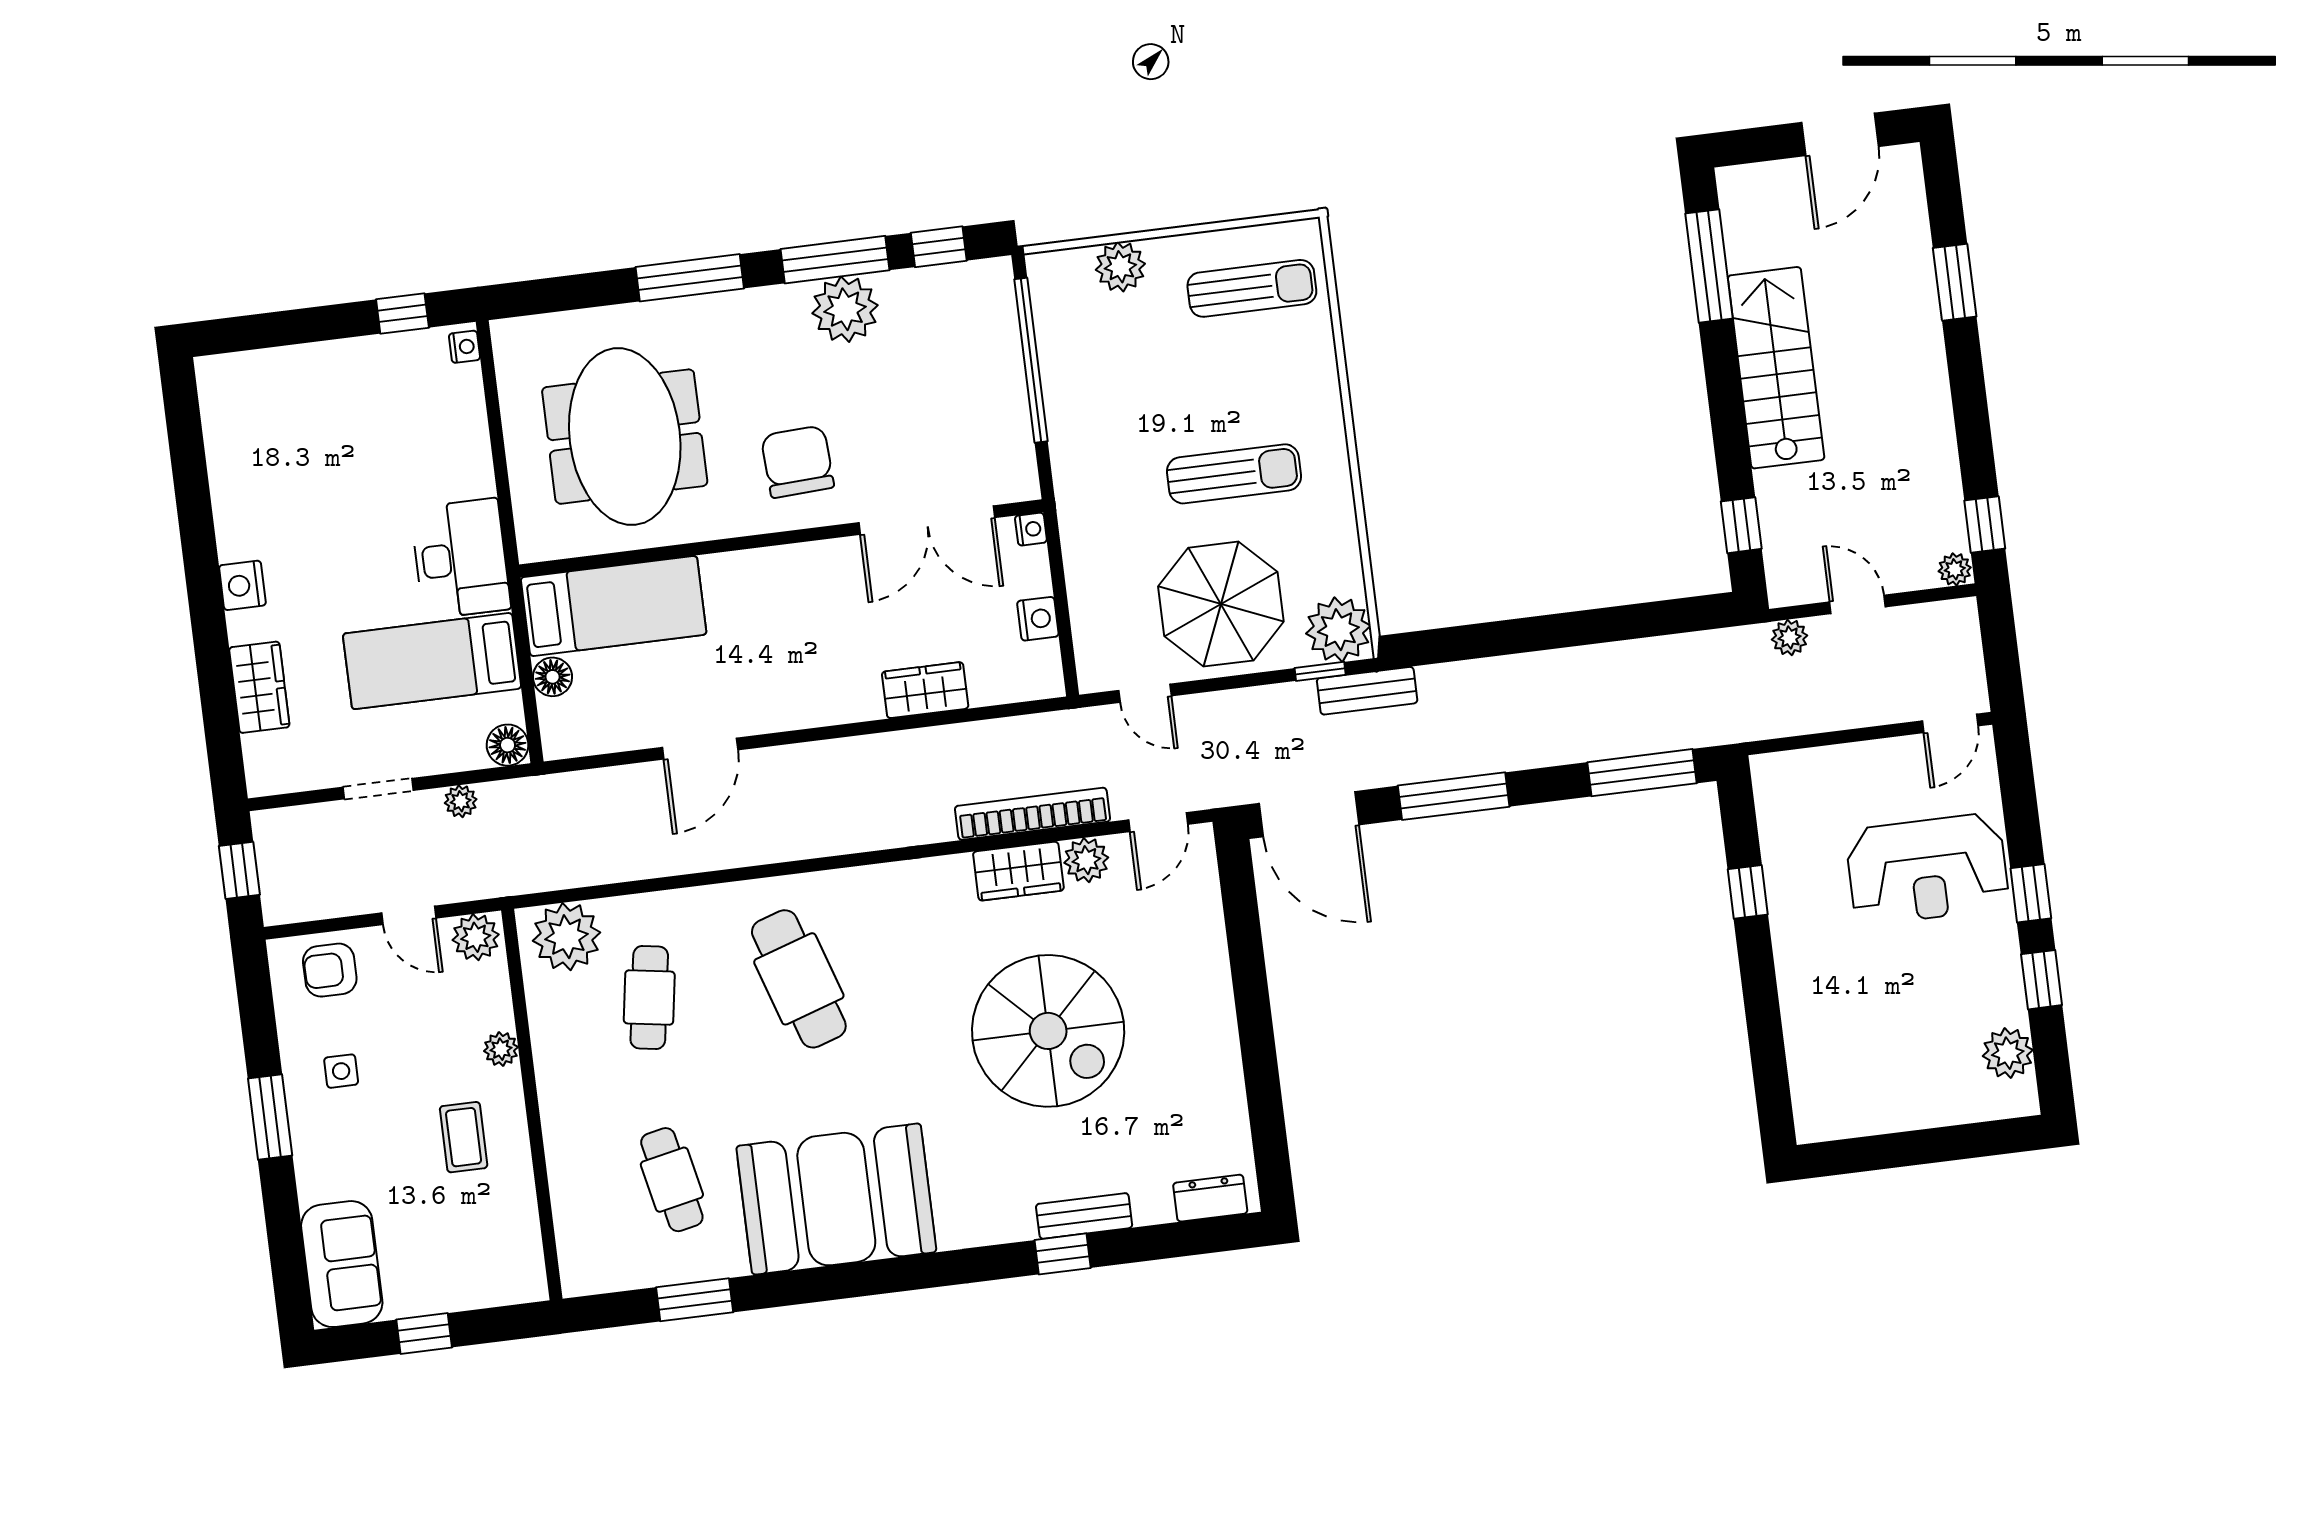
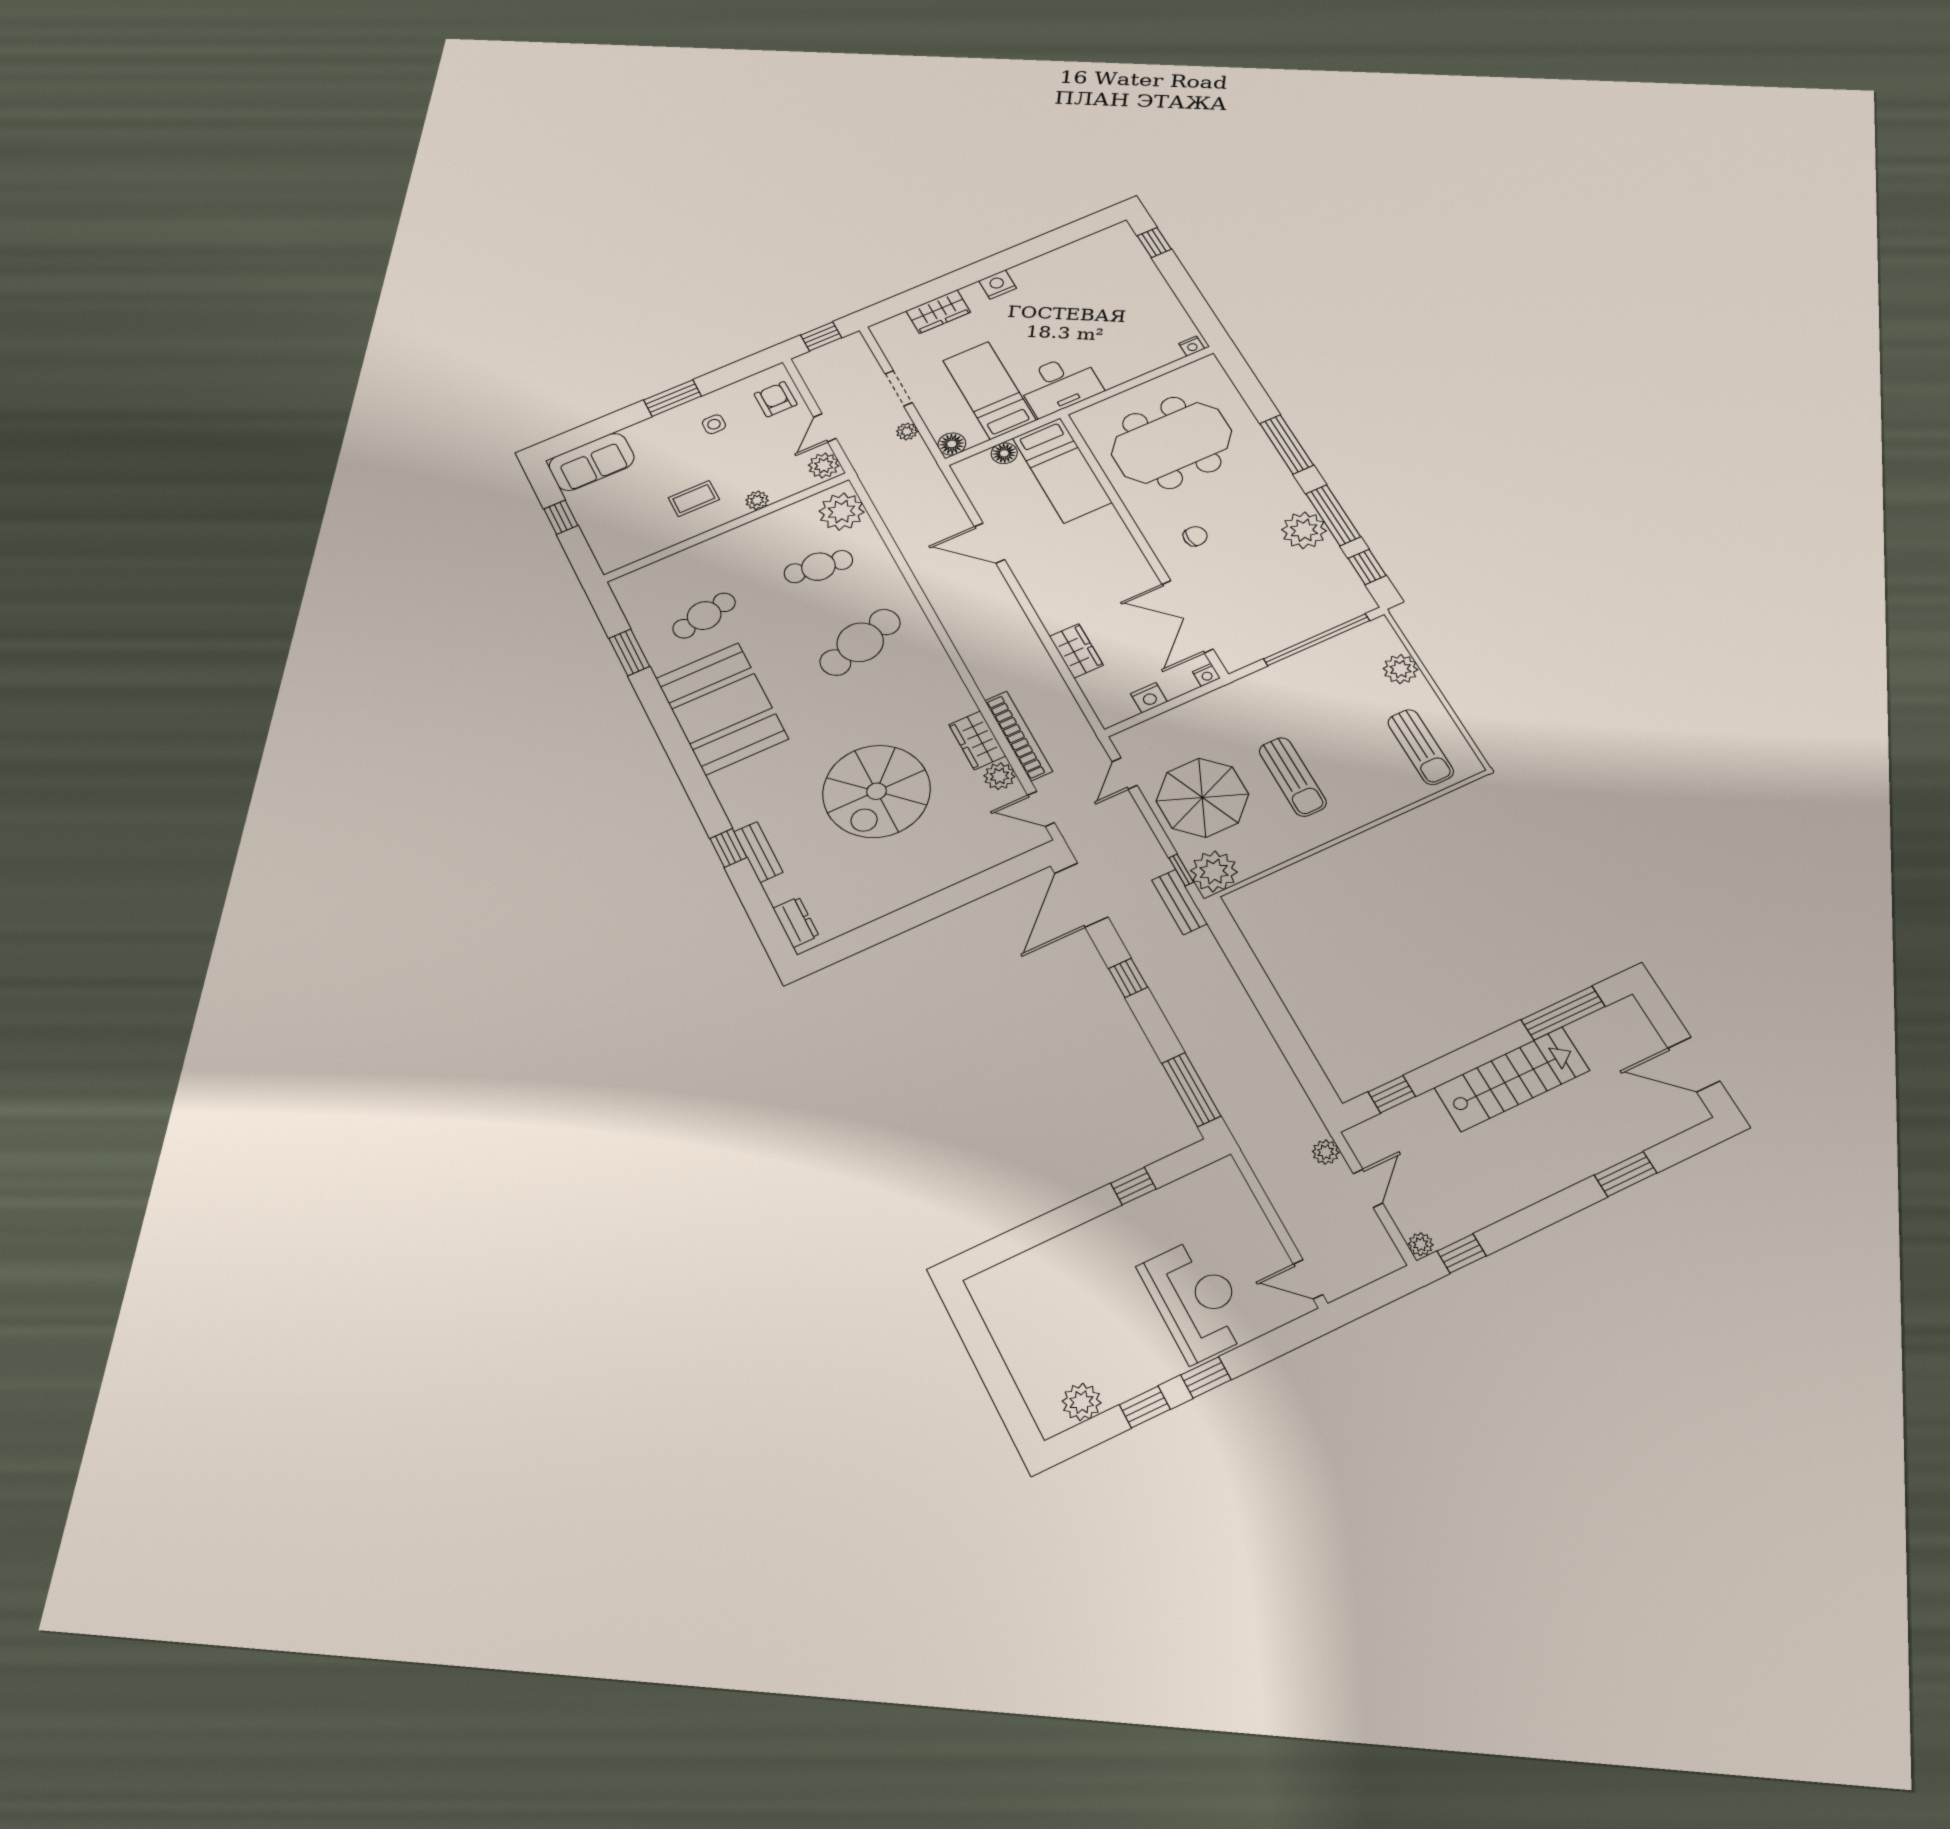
window: (402, 313) -> (1154, 243), moved
chair: (797, 462) -> (1195, 536), width x0.54, depth x0.54
window: (1454, 796) -> (1128, 978), width x0.46
reception desk: (1927, 869) -> (1196, 1300), turned 180

